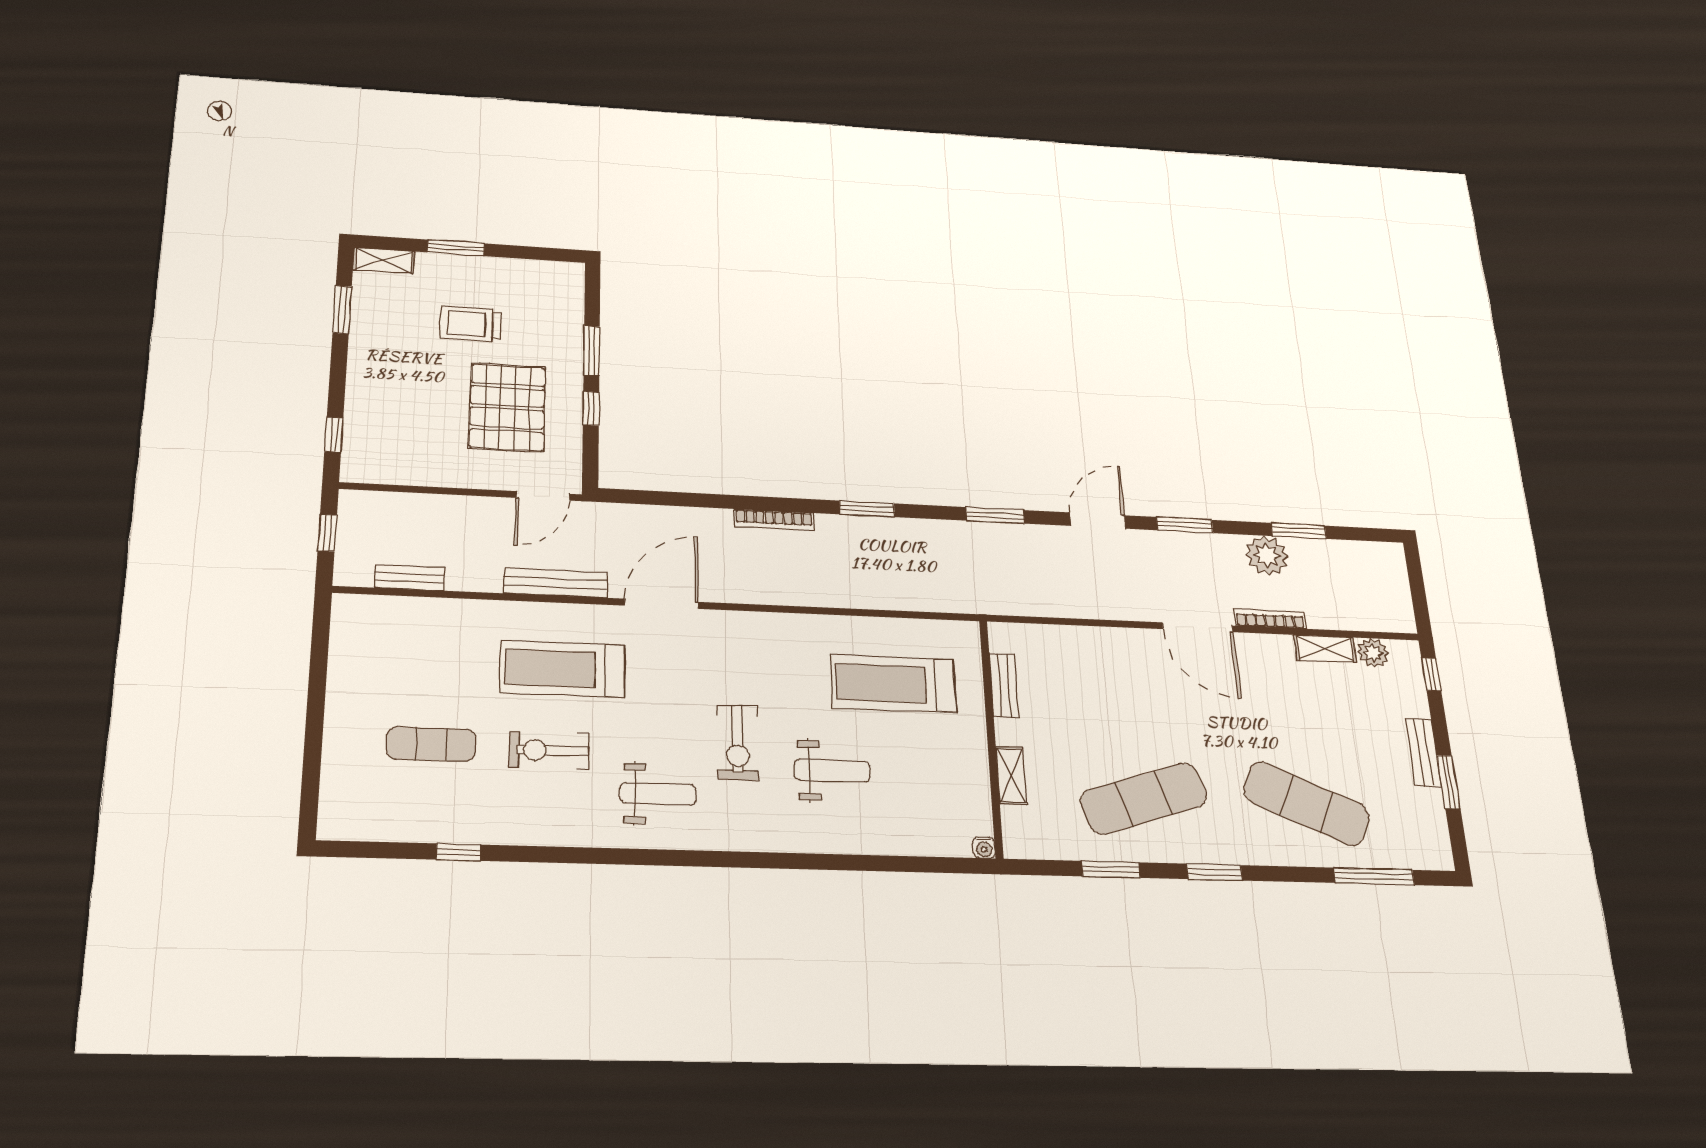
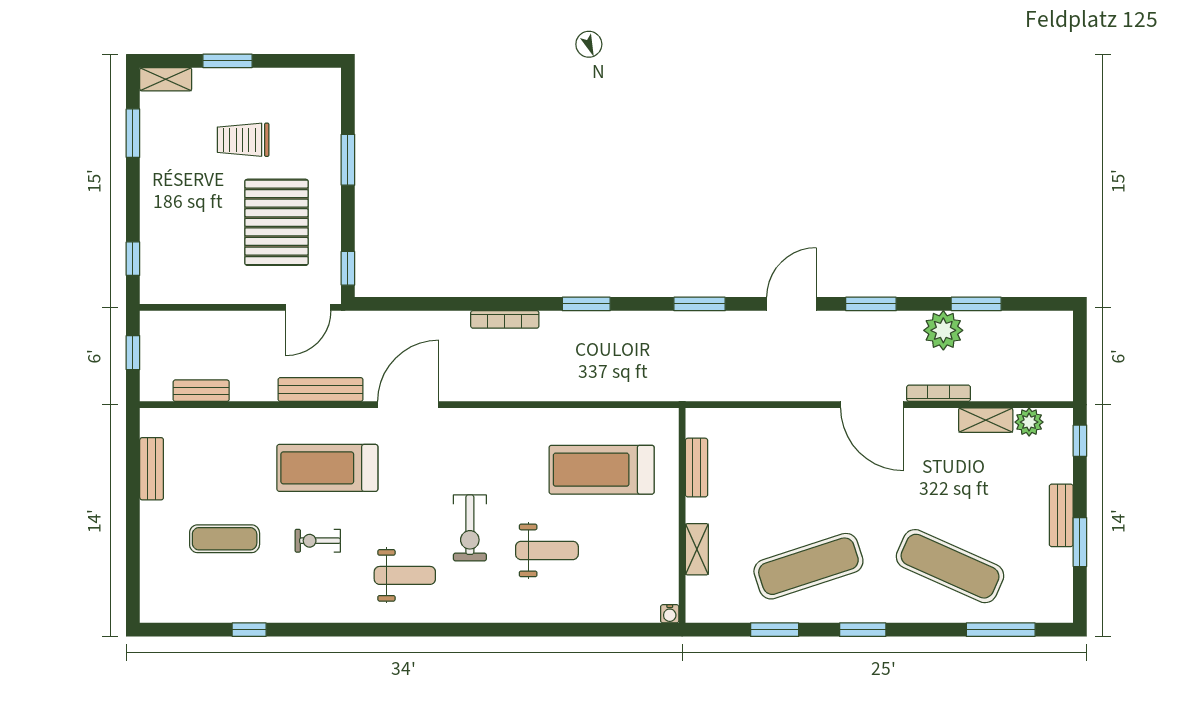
window: (591, 408) -> (348, 268), moved
bench: (342, 661) -> (152, 469), added
exercise bike: (549, 750) -> (318, 541), width x0.73, depth x0.72

